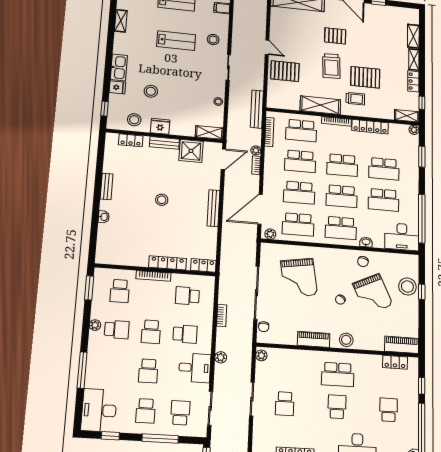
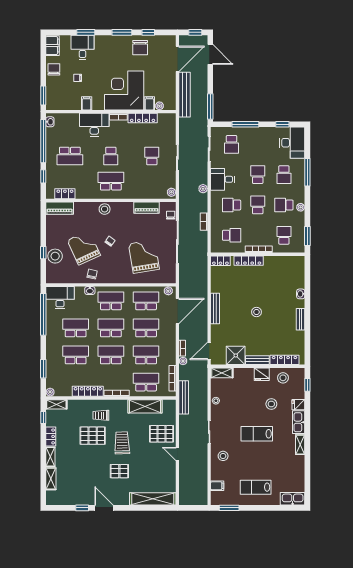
shelving: (121, 21) -> (300, 445), moved
lab bench: (176, 41) -> (257, 434), moved
shelving: (320, 105) -> (145, 406), moved
locker: (131, 140) -> (284, 360), width x1.53
piano: (314, 339) -> (147, 208), moved
school desk: (388, 410) -> (70, 156), width x1.85
school desk: (146, 411) -> (284, 175), moved, turned 180

